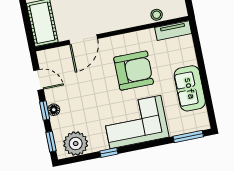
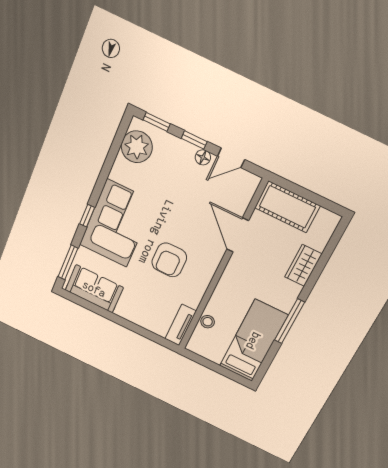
armchair: (134, 71) -> (169, 260), width x0.73, depth x0.73
sofa: (190, 88) -> (94, 289), moved
floor lamp: (54, 110) -> (203, 157), moved
window: (109, 152) -> (87, 216), moved

